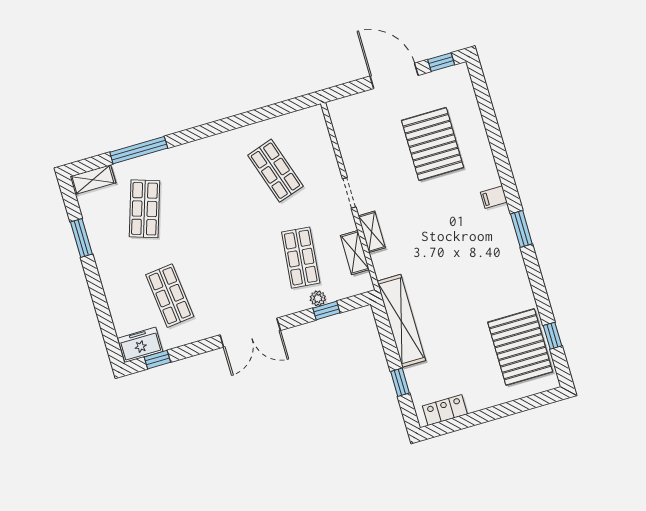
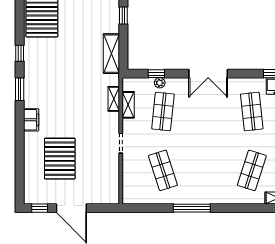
window: (139, 150) -> (192, 208), moved
filing cabinet: (494, 197) -> (31, 120), width x2.00
shelving: (372, 232) -> (114, 99), moved
shelving: (401, 321) -> (111, 54), width x0.68
double door: (250, 333) -> (208, 74), swing flipped
window: (553, 336) -> (20, 53), moved

